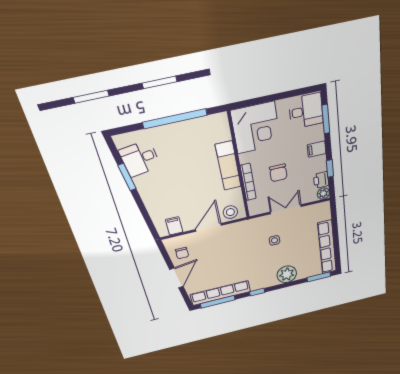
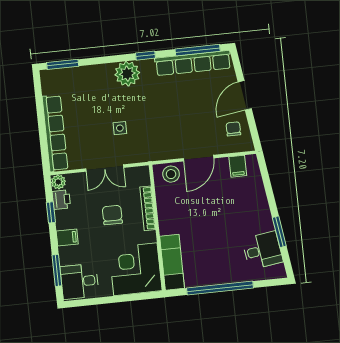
exam couch: (228, 166) -> (172, 262), moved
row of seats: (327, 247) -> (55, 133), moved
plant: (287, 274) -> (127, 74), moved

